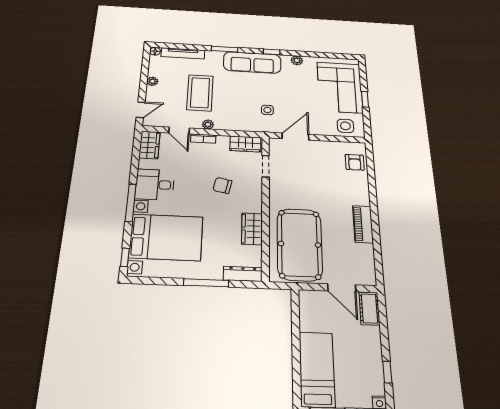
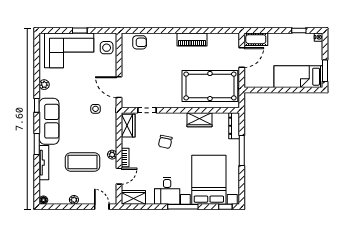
tv unit: (183, 53) -> (44, 163), moved

